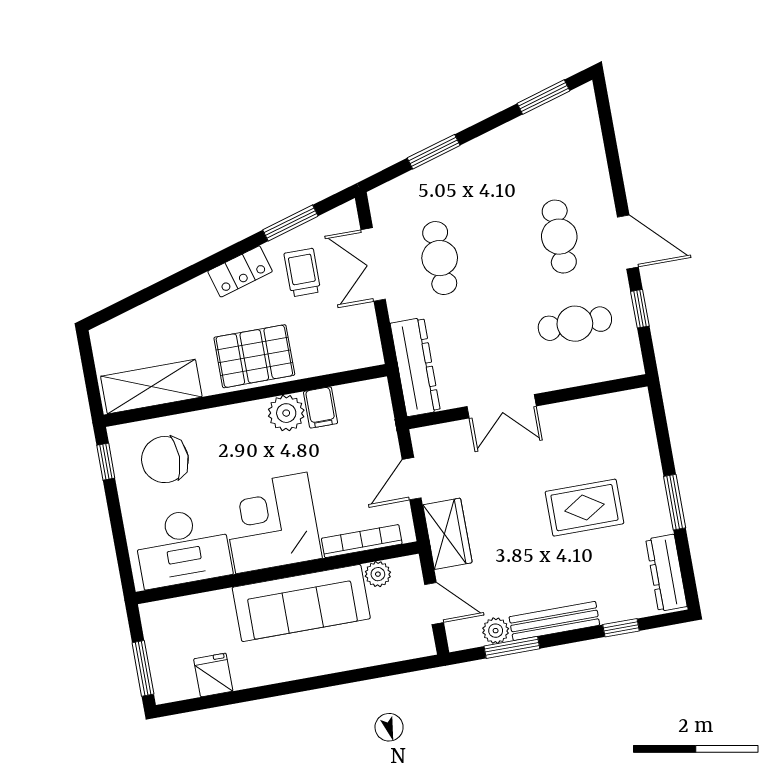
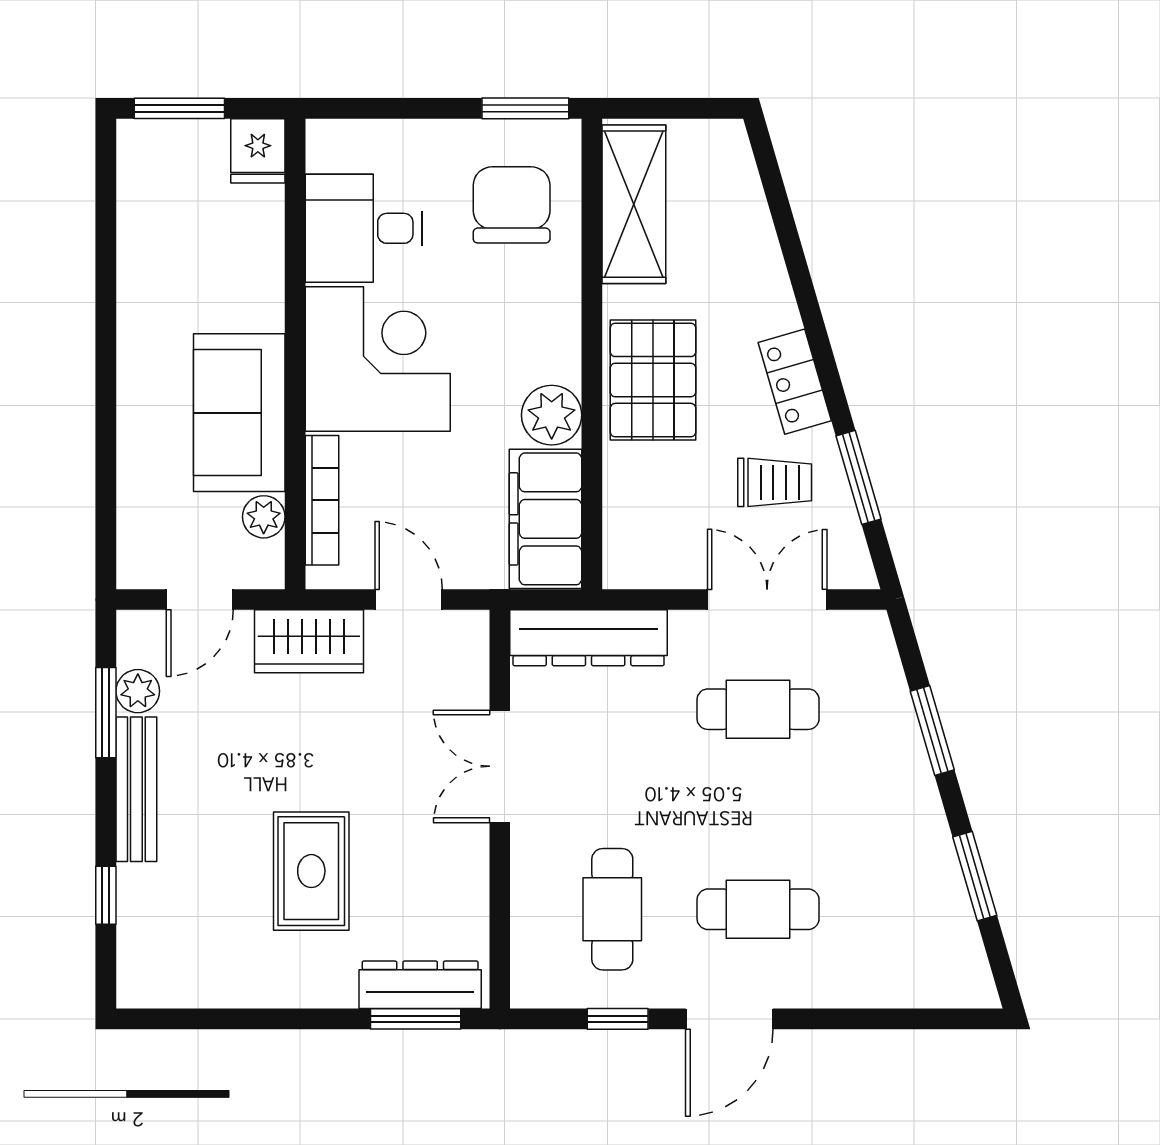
window: (543, 97) -> (975, 876), moved
filing cabinet: (321, 407) -> (545, 519), width x3.00, depth x1.17
window: (106, 462) -> (525, 108), width x1.50
window: (675, 502) -> (416, 1019), moved
desk: (183, 548) -> (364, 228), width x0.73
dresser: (666, 573) -> (420, 985), moved
sofa: (301, 603) -> (239, 413), width x0.73
fridge: (213, 675) -> (258, 151), moved, turned 90

